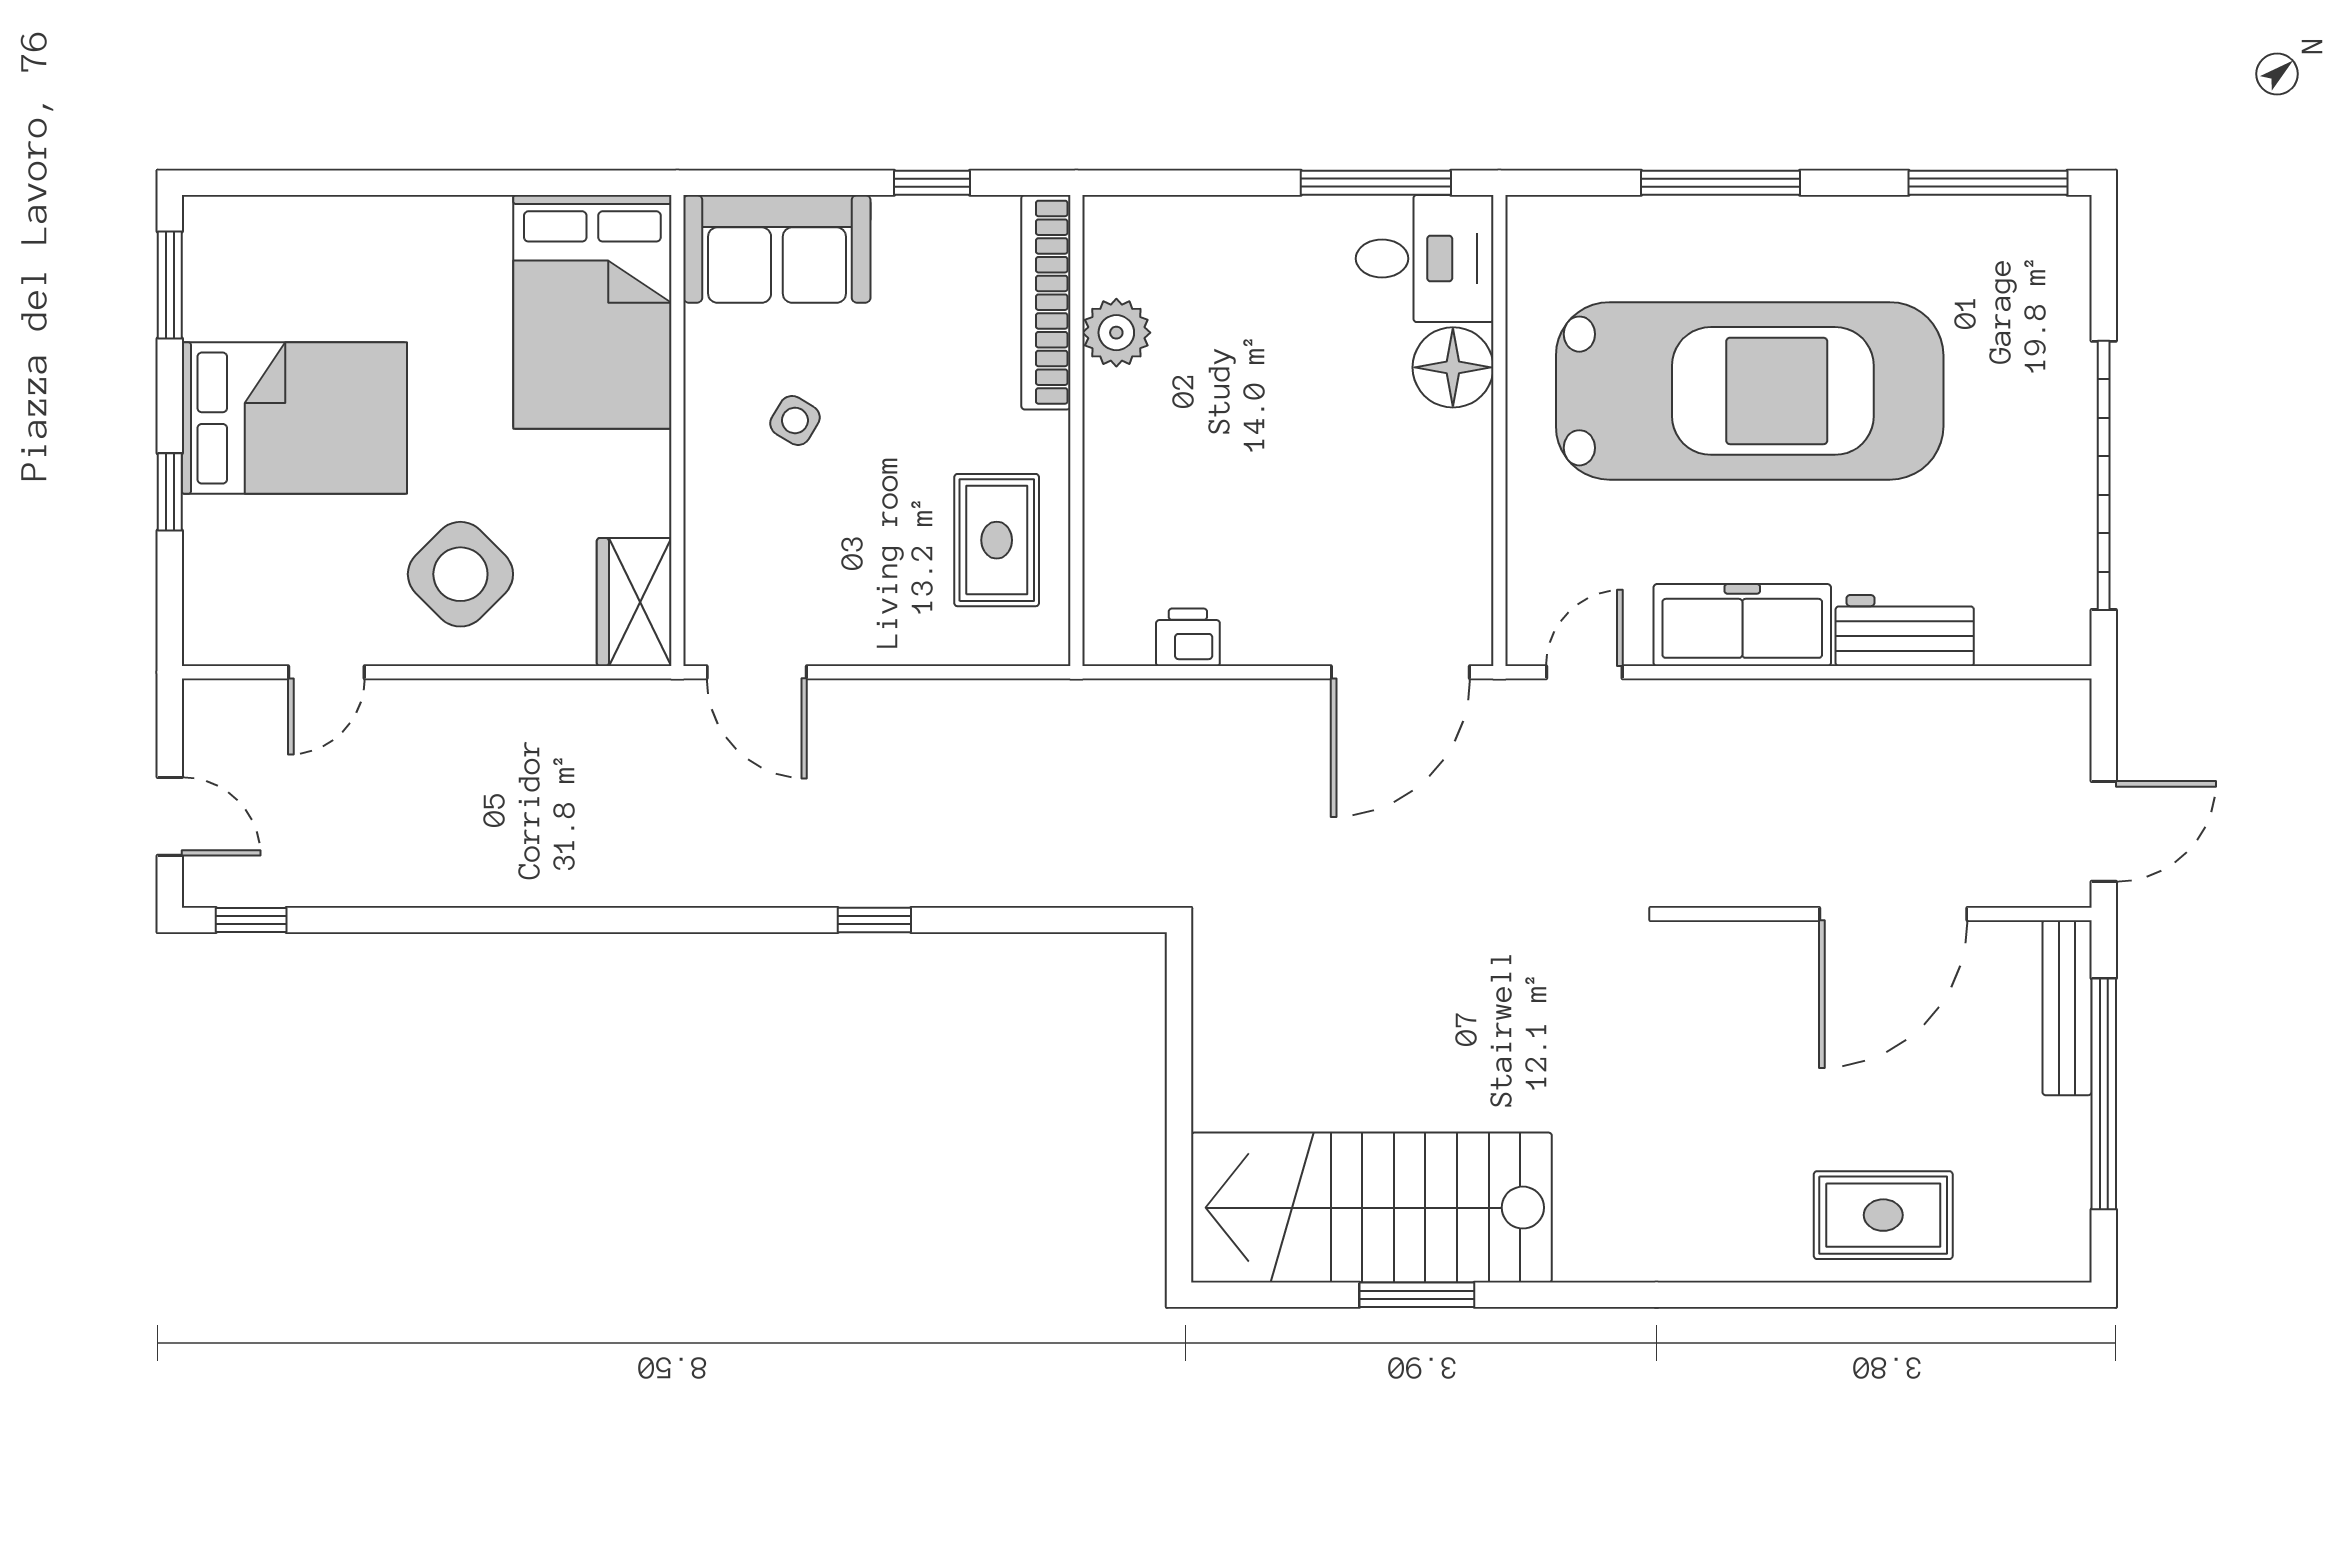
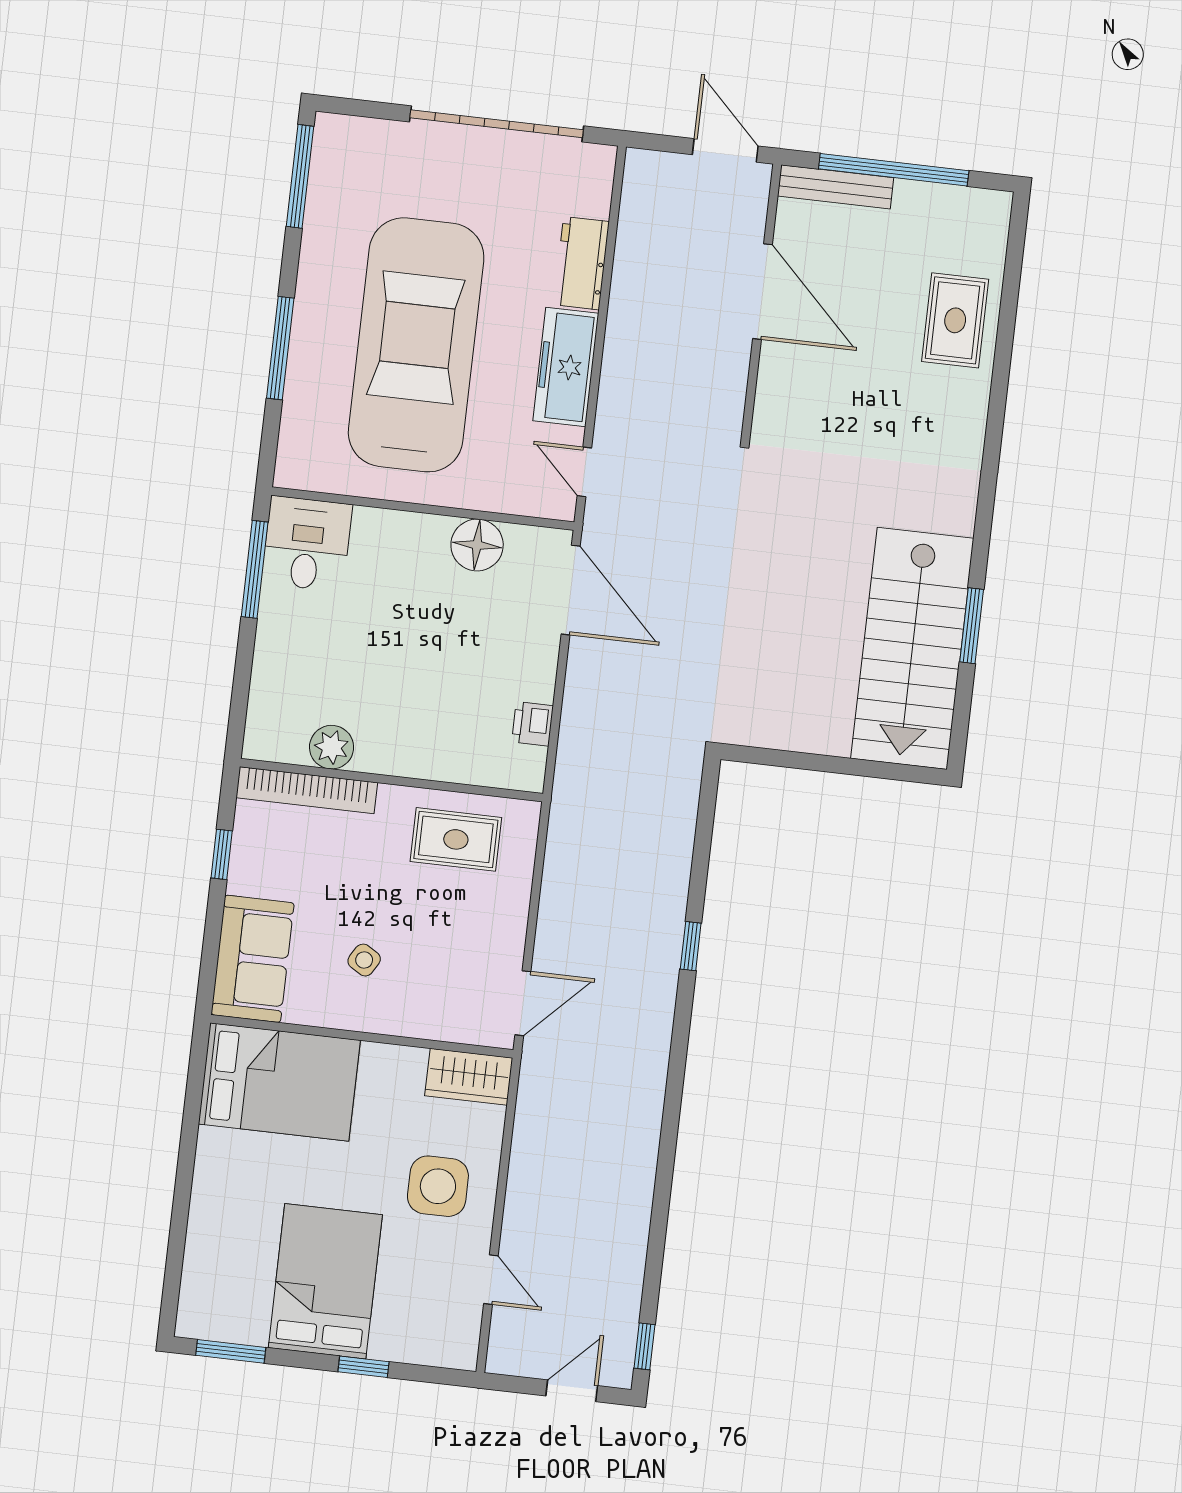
floor lamp: (1453, 367) -> (477, 545), moved
side table: (460, 574) -> (438, 1186), turned 45

